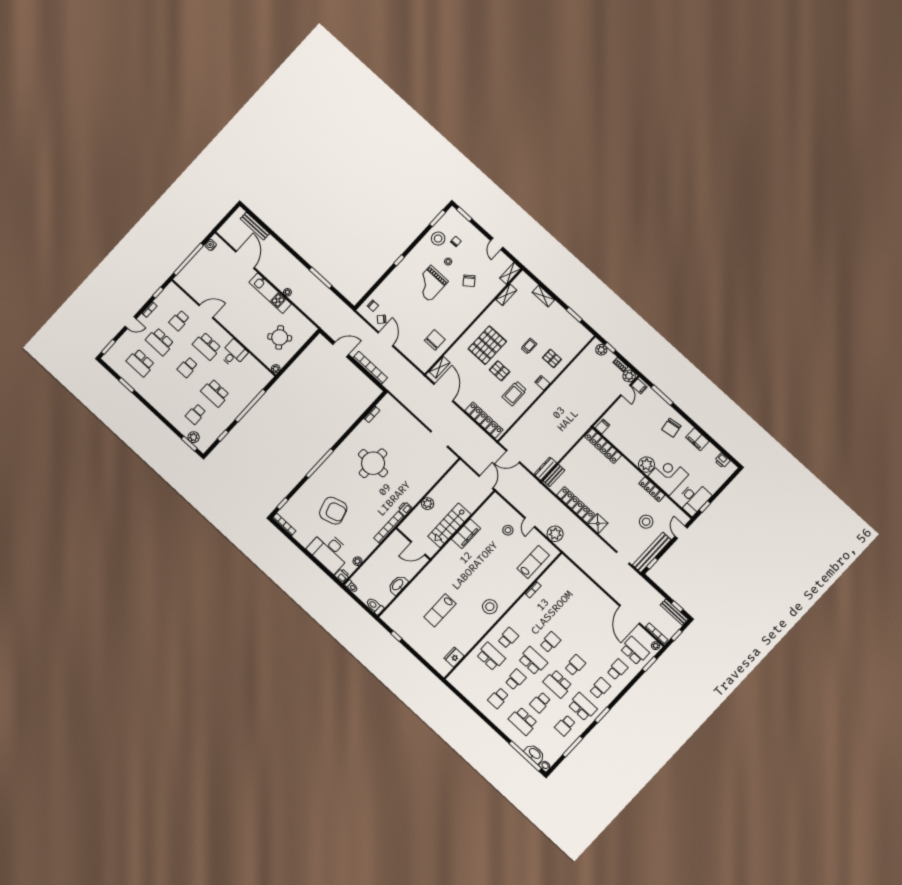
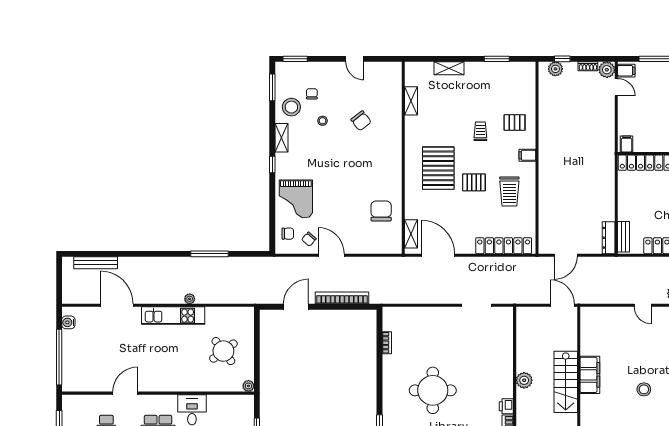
shelving: (510, 273) -> (282, 138), moved
grand piano: (430, 283) -> (296, 199), moved
stool: (508, 530) -> (644, 389), moved

